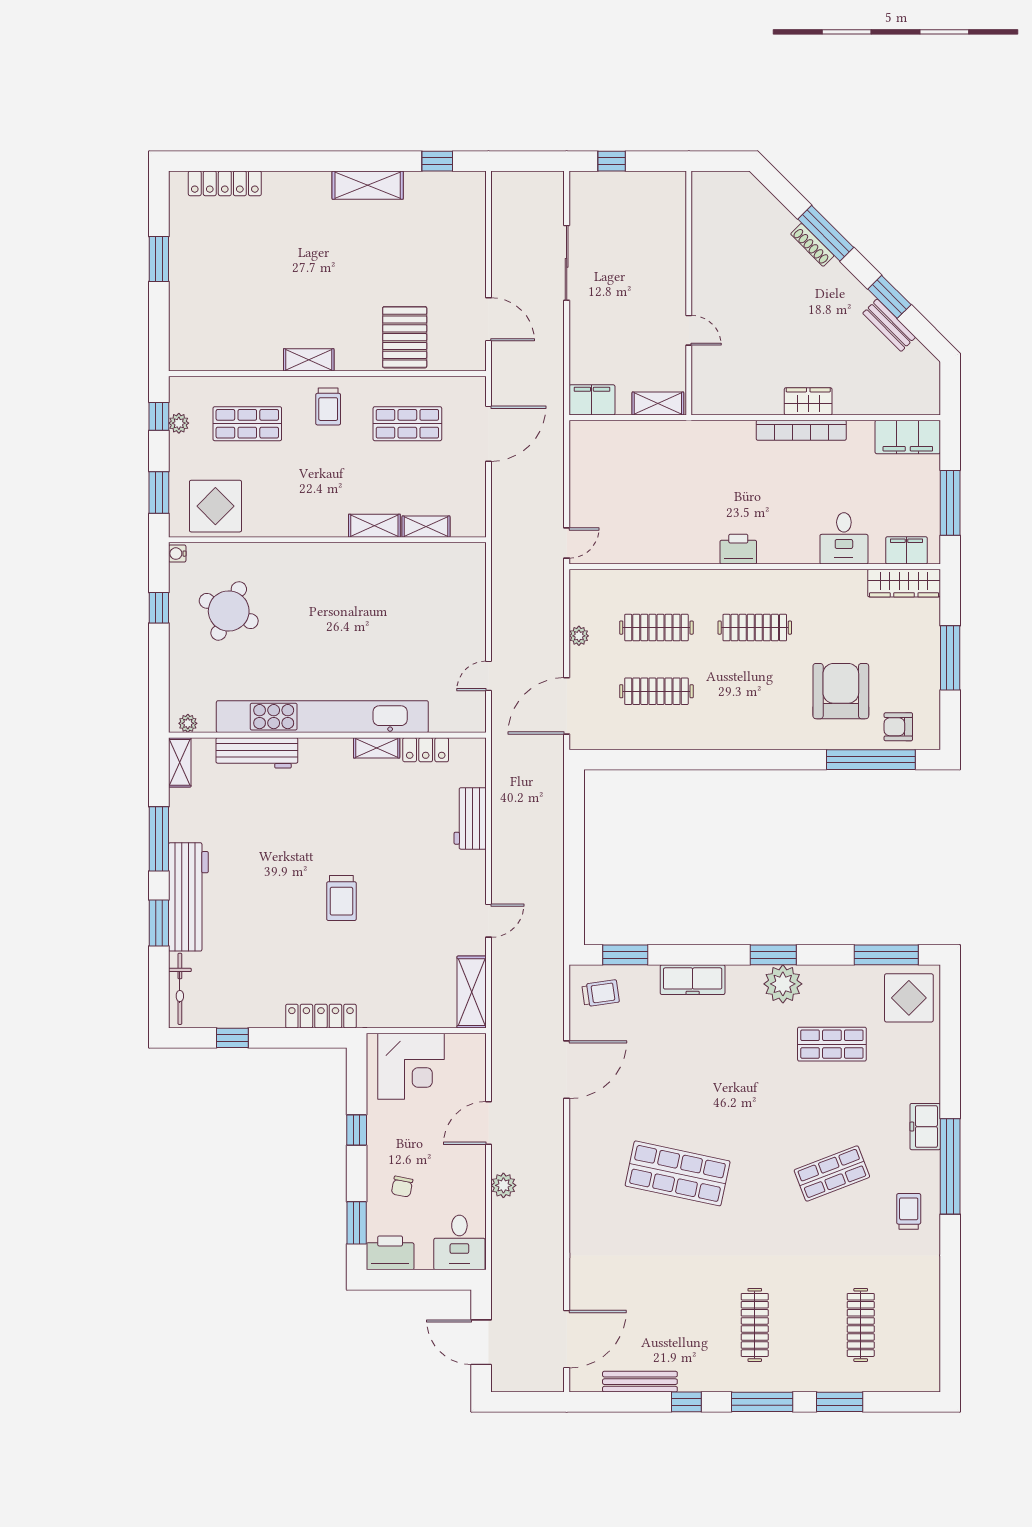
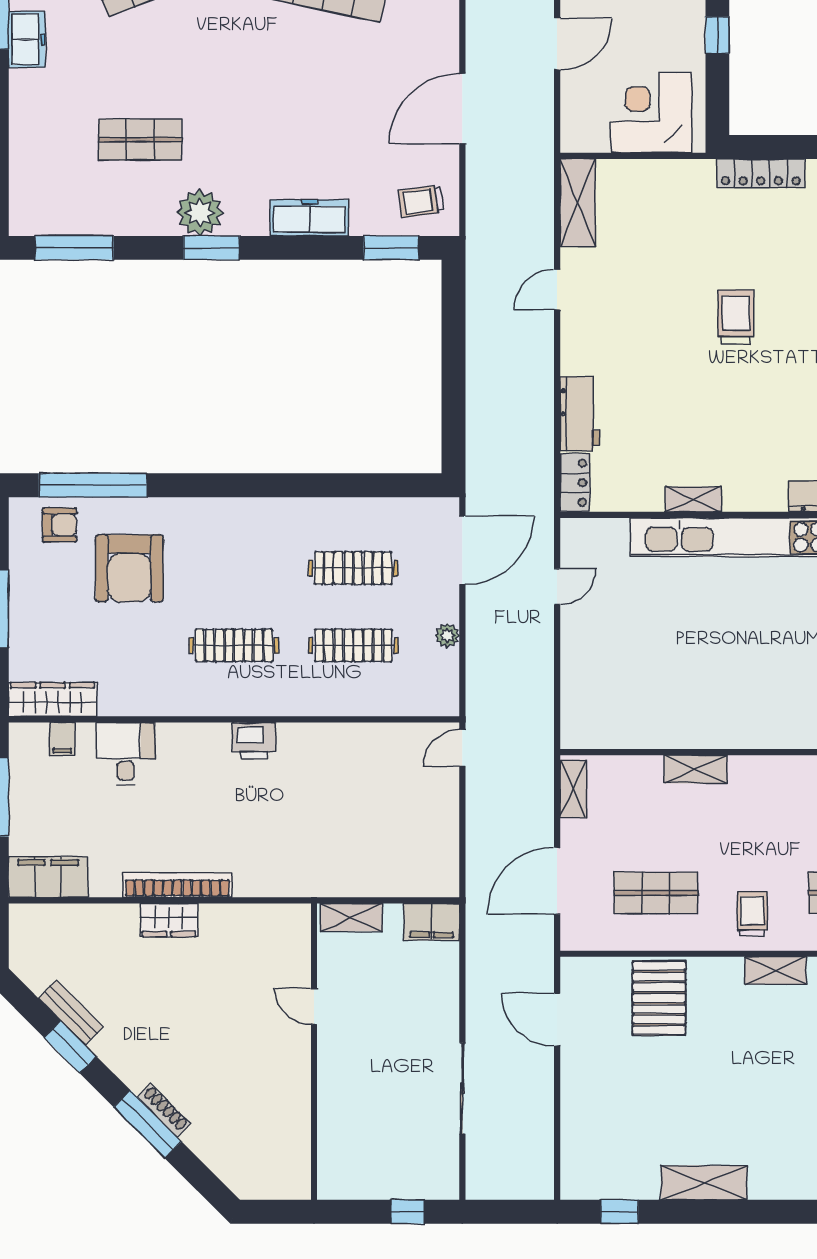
shelving: (426, 527) -> (573, 789), moved, turned 90
filing cabinet: (906, 550) -> (62, 739), width x0.50
locker: (426, 750) -> (575, 483), moved, turned 90
display table: (909, 998) -> (47, 196), removed

